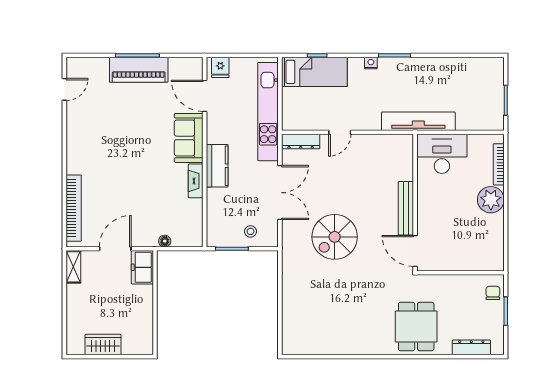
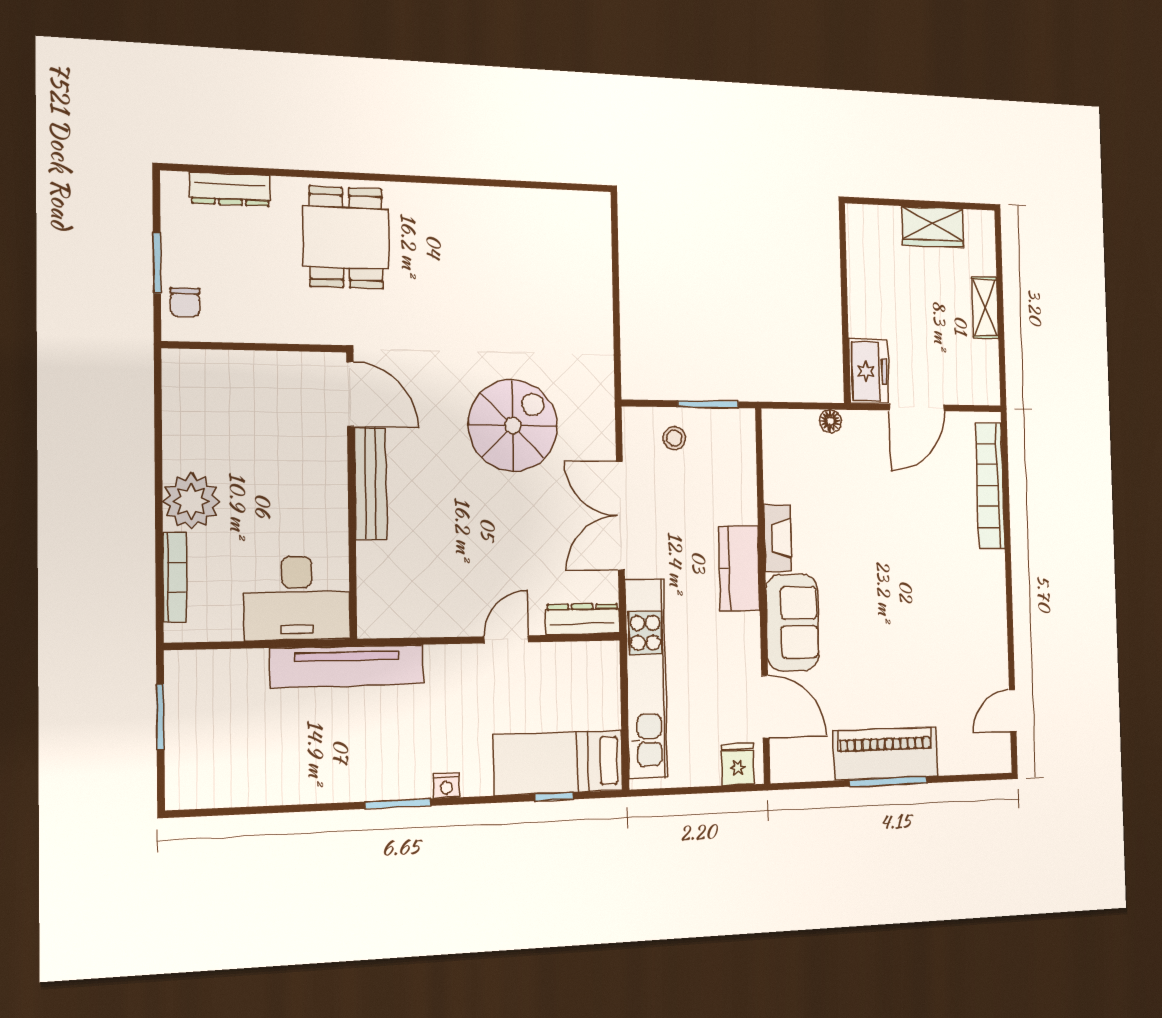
shelving: (73, 267) -> (985, 308), moved

